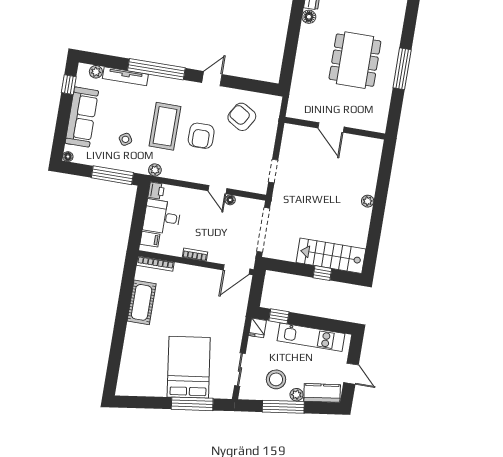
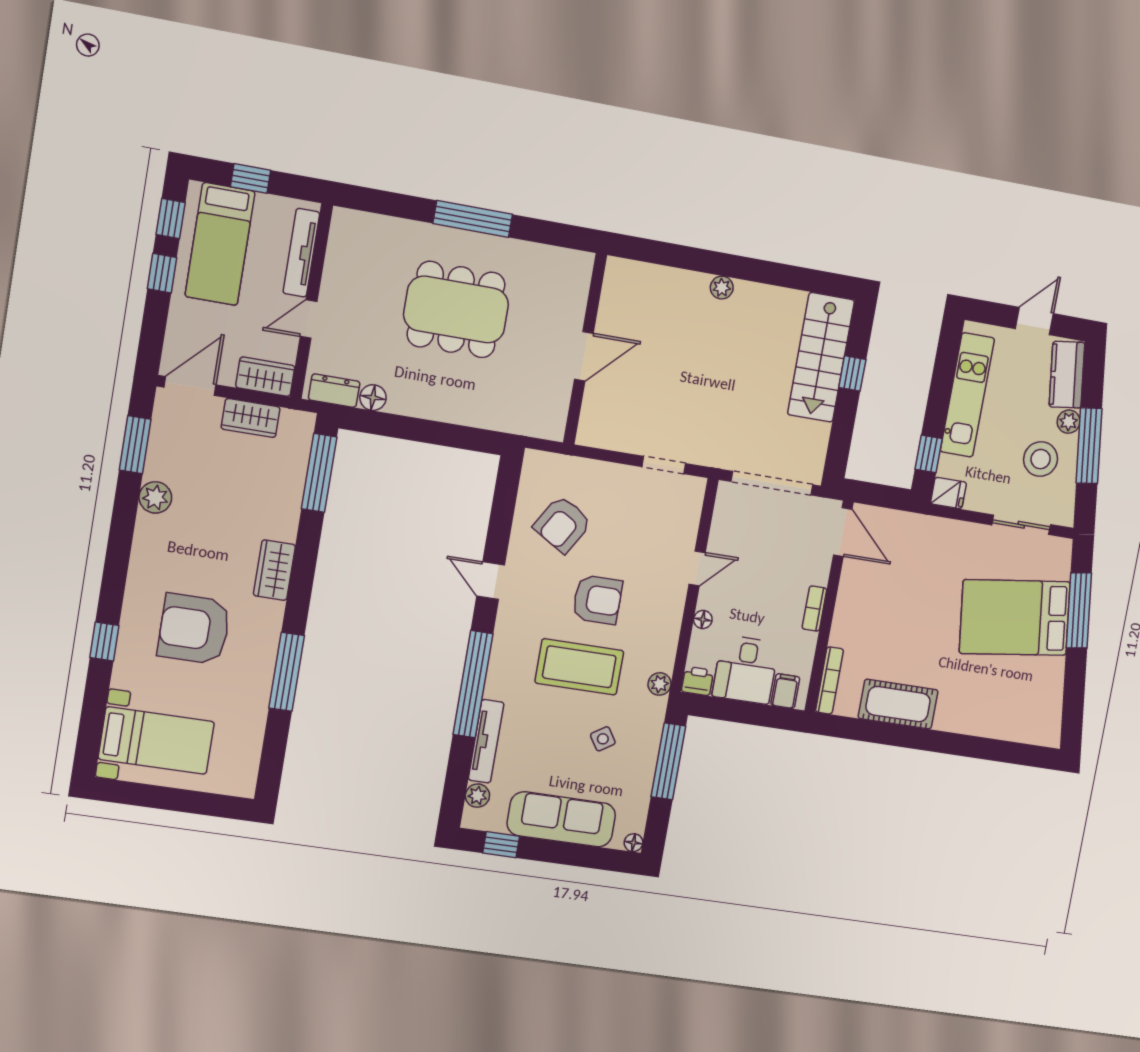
floor lamp: (230, 200) -> (703, 620), moved

